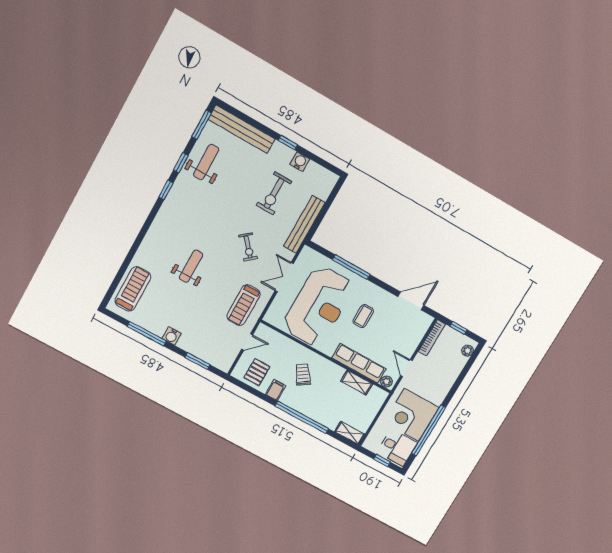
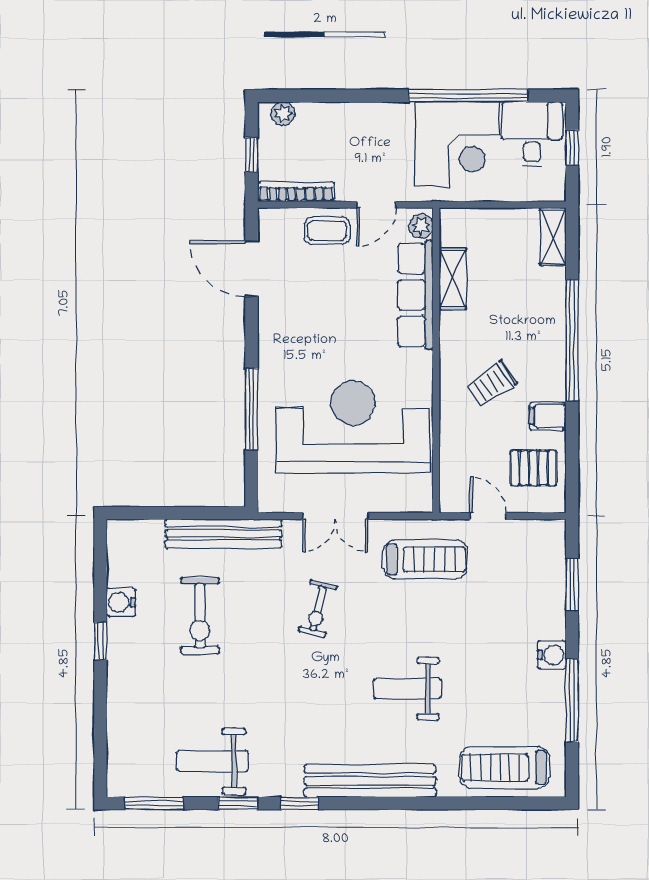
bench: (242, 129) -> (370, 781), moved, turned 90
exercise bike: (274, 193) -> (200, 616), turned 90
exercise bike: (248, 247) -> (318, 608), turned 144
coffee table: (363, 316) -> (327, 231), moved

